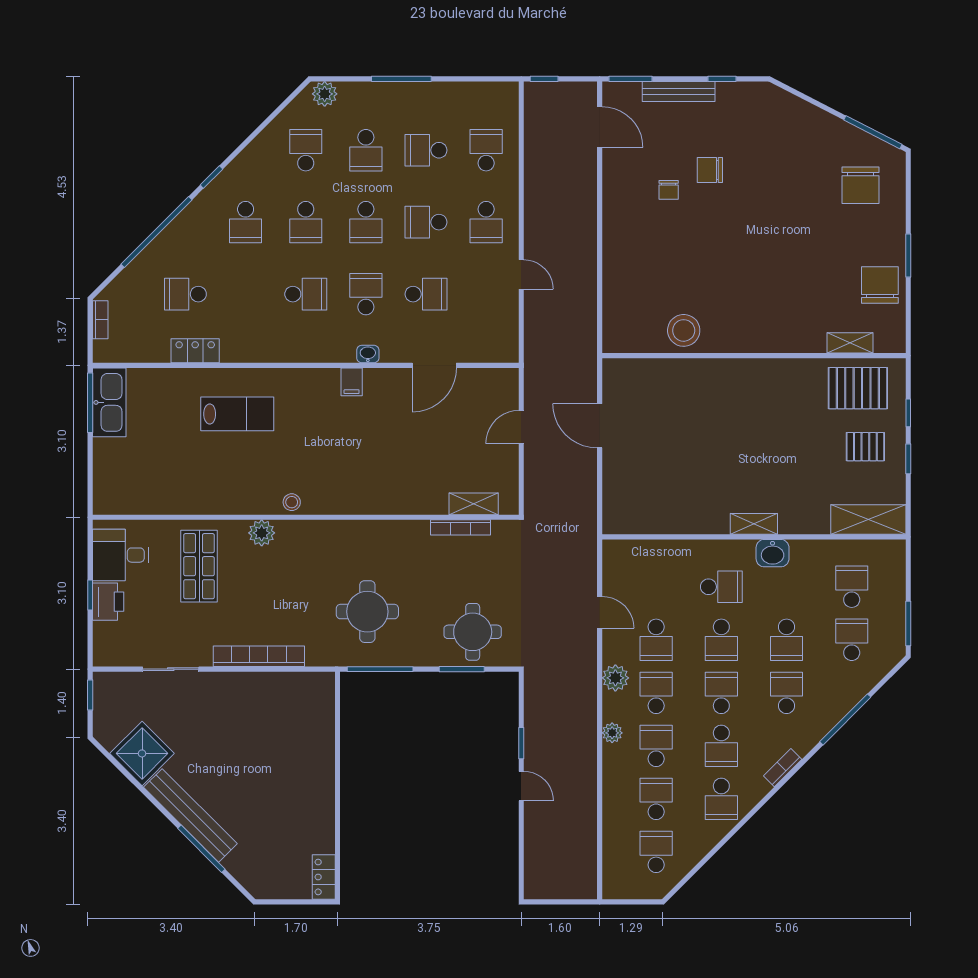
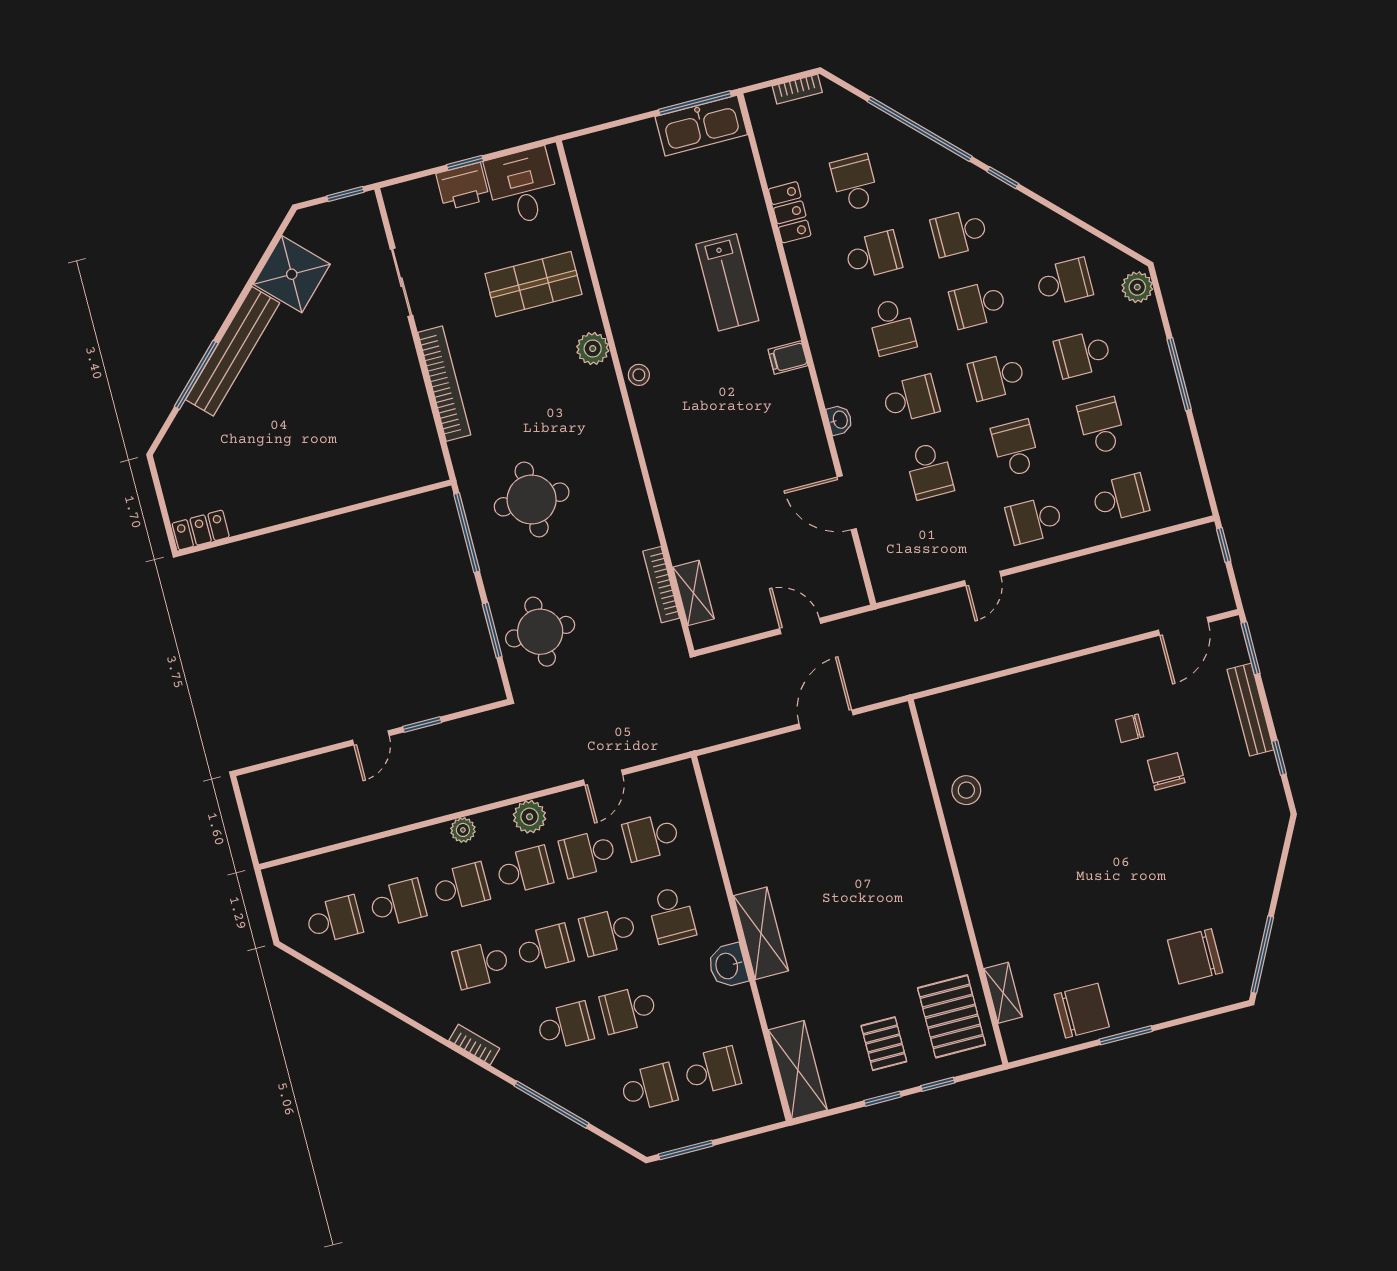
school desk: (246, 294) -> (873, 255), added
stool: (684, 330) -> (966, 790), width x0.73, depth x0.73
filing cabinet: (352, 382) -> (788, 358), moved
shelving: (754, 524) -> (761, 933), width x1.50, depth x1.33
school desk: (721, 799) -> (651, 837), moved

